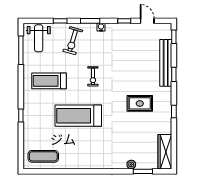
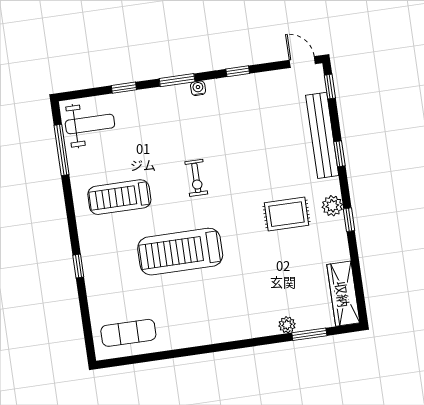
door: (147, 21) -> (302, 62), moved
weight bench: (39, 38) -> (90, 124), turned -90
exercise bike: (73, 41) -> (151, 120), removed
plant: (166, 103) -> (332, 206), added

